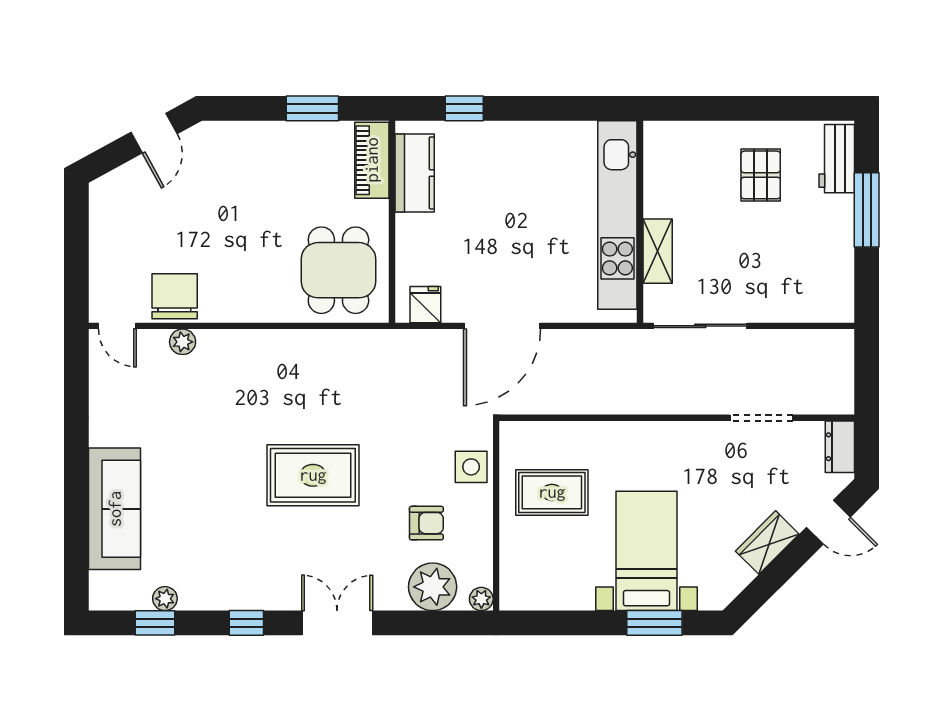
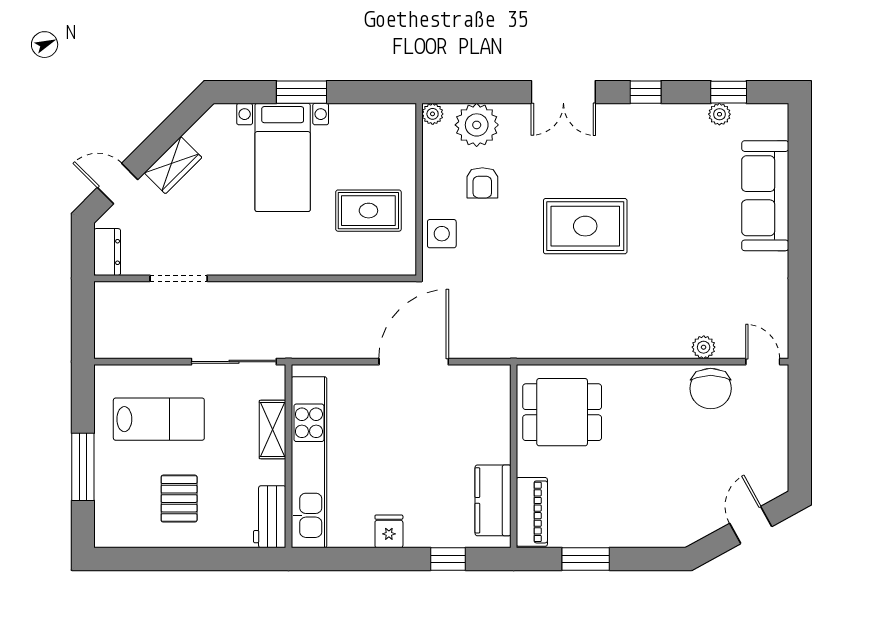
door: (154, 133) -> (751, 525), moved
workbench: (837, 159) -> (270, 517), moved, turned 180
lab bench: (783, 263) -> (159, 419), added
dining table: (338, 270) -> (562, 412), turned 90
fridge: (425, 305) -> (389, 531), moved, turned 180
armchair: (426, 523) -> (482, 183), turned -90
window: (654, 623) -> (302, 92), moved

